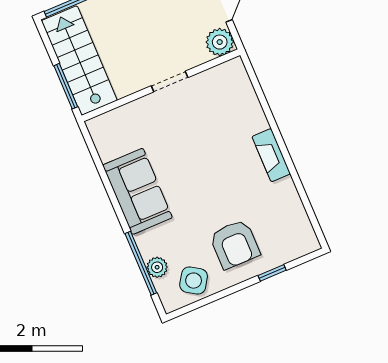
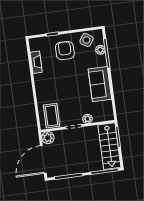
coffee table: (225, 93) -> (52, 116), added
plant: (144, 107) -> (87, 119), added
fireplace: (271, 155) -> (36, 62), moved

